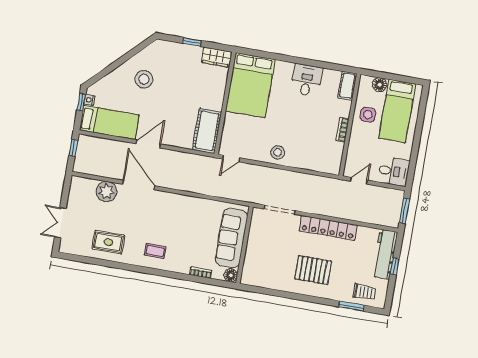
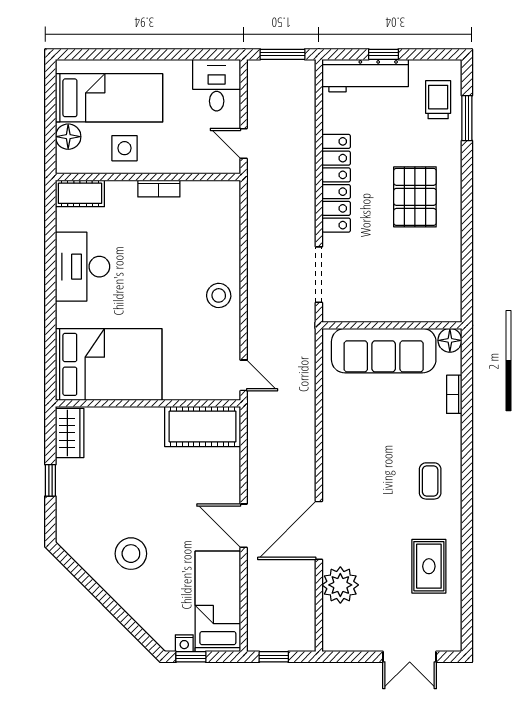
desk: (307, 80) -> (83, 267), width x1.37

